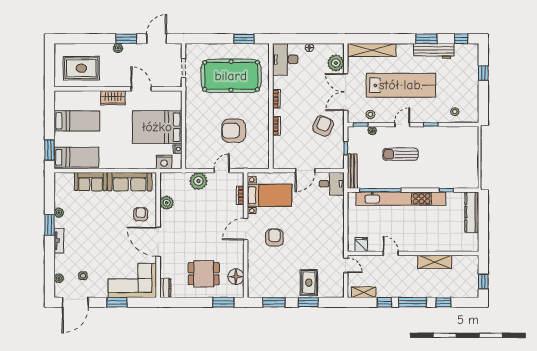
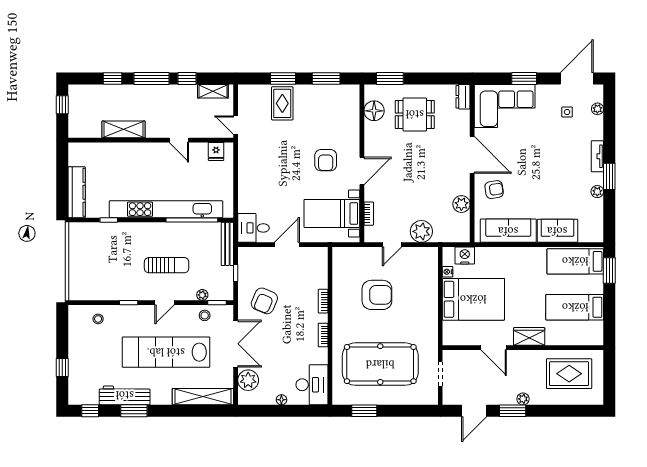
armchair: (141, 214) -> (494, 190), turned -99

